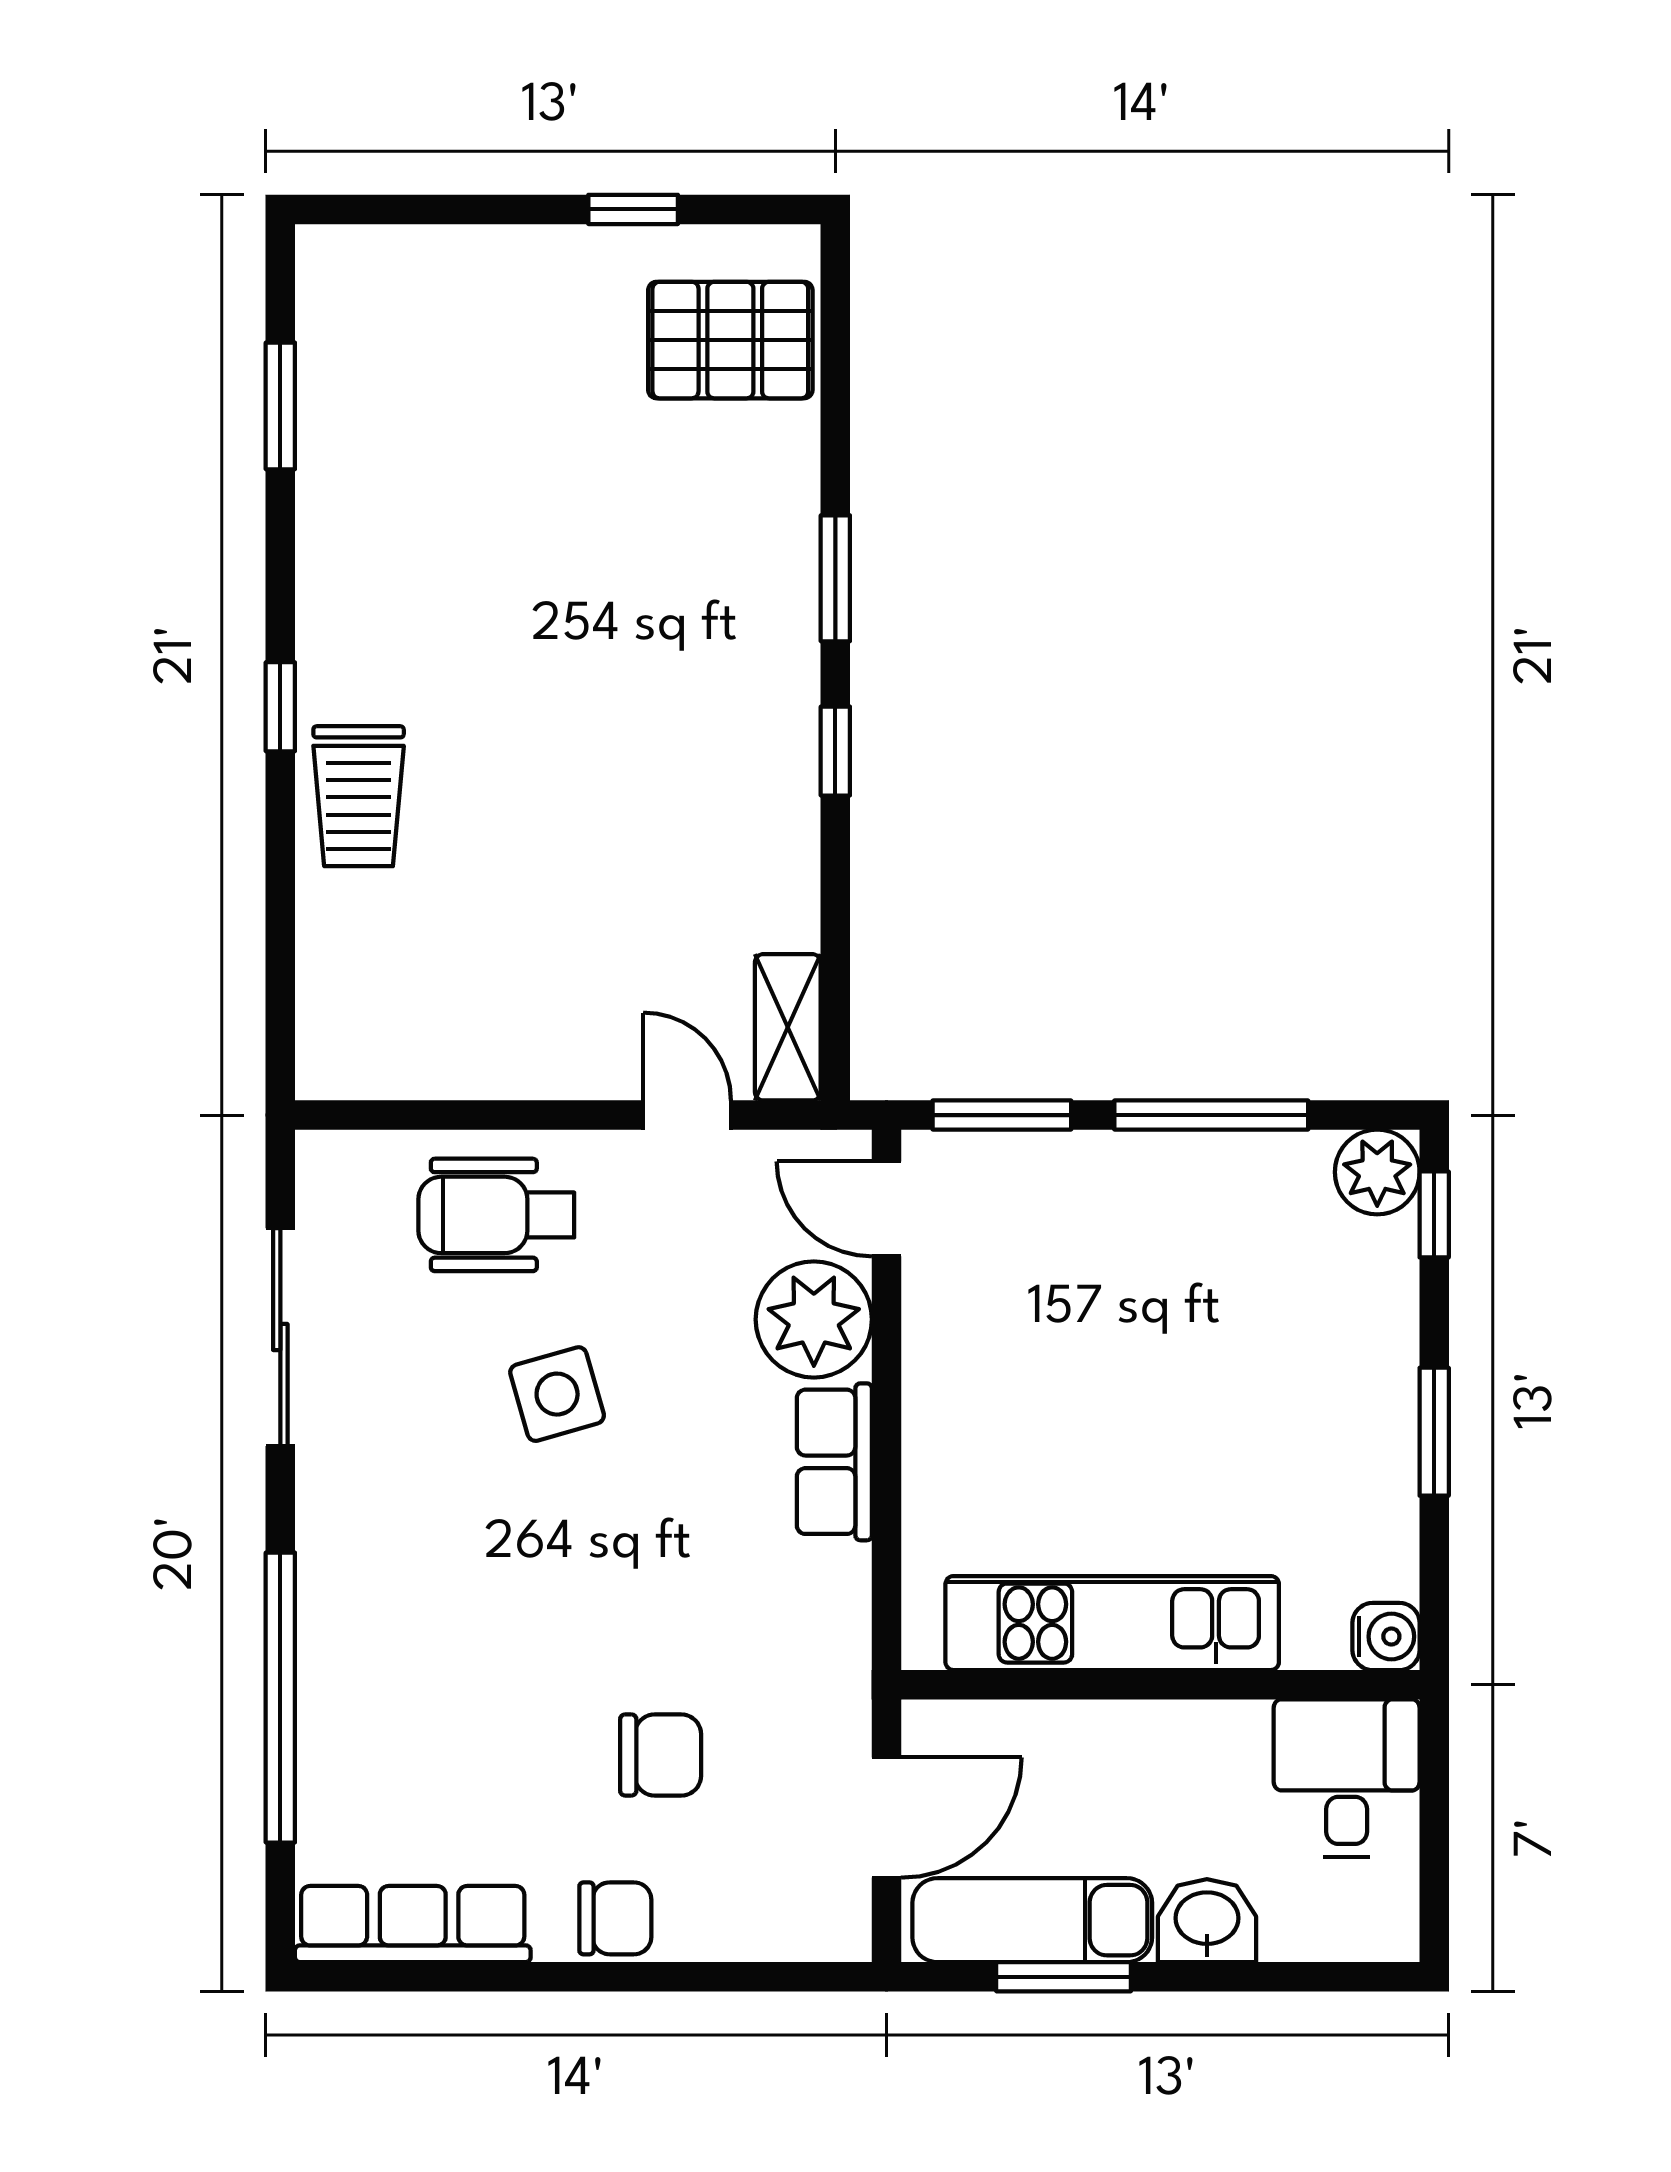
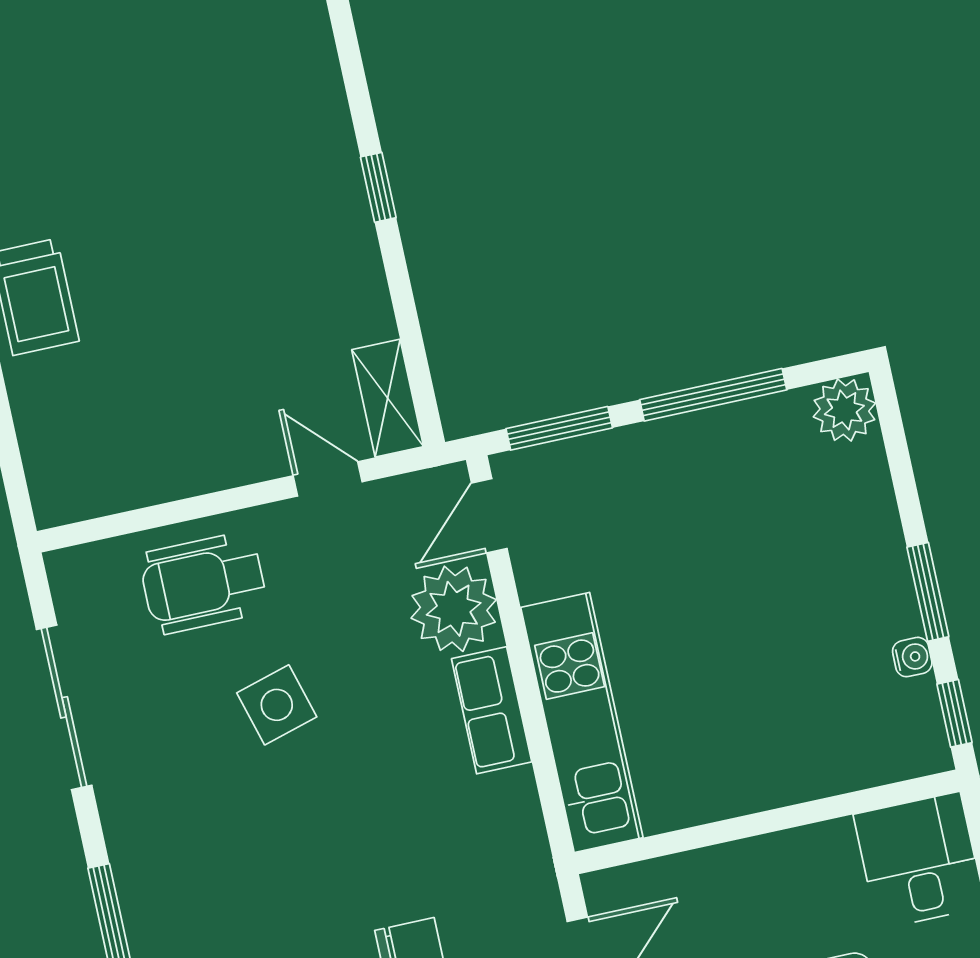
window: (835, 578) -> (351, 60), removed
door: (886, 1209) -> (489, 516), hinge flipped
window: (1434, 1214) -> (954, 713), moved
kitchen unit: (1112, 1623) -> (582, 722), moved, turned 90
water cooler: (1386, 1636) -> (912, 657), moved, width x0.72, depth x0.72

